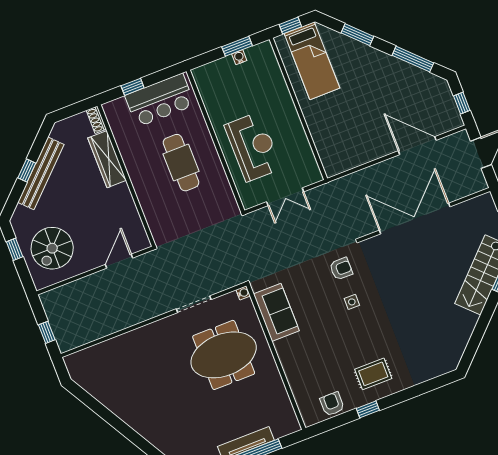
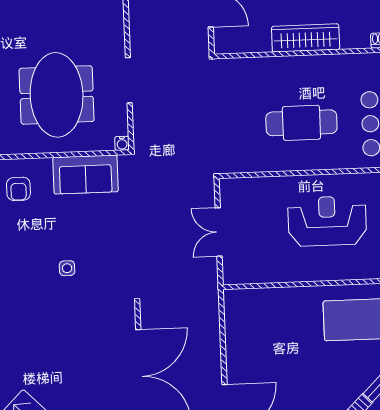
reception desk: (253, 147) -> (327, 221), moved, turned 180
wardrobe: (107, 159) -> (306, 38), moved
armchair: (341, 269) -> (18, 189), moved

